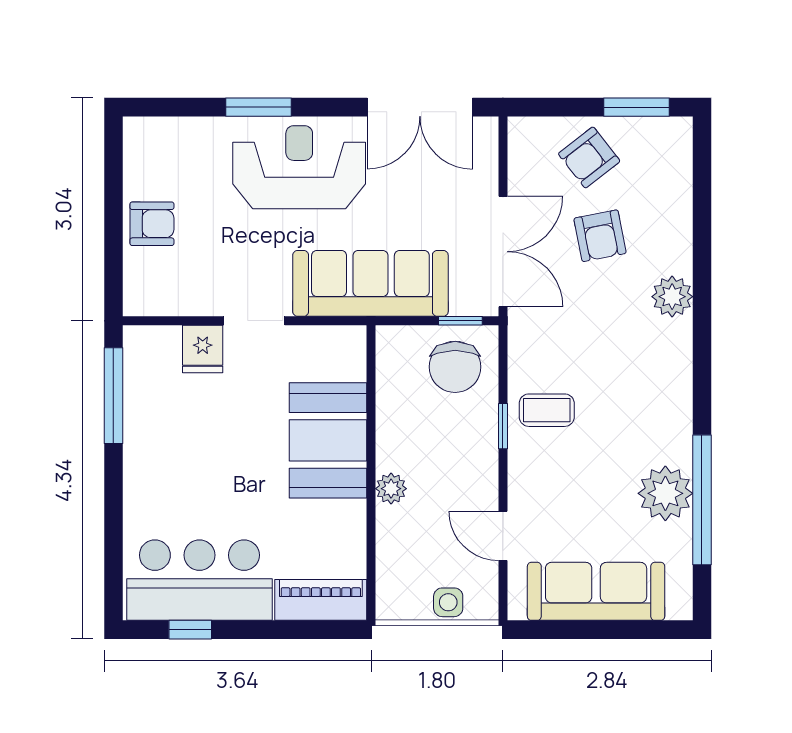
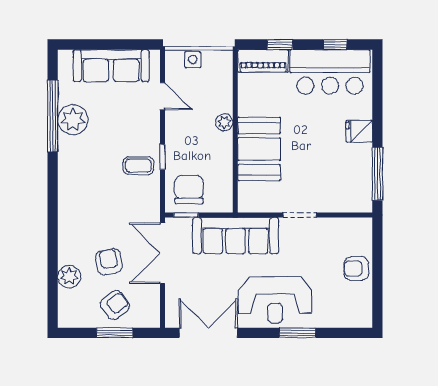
window: (637, 107) -> (115, 333), moved
plant: (672, 297) -> (69, 277), moved
fridge: (203, 349) -> (359, 131), moved, turned -90
window: (290, 630) -> (280, 45), added

